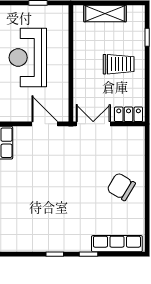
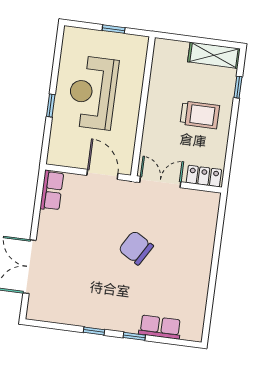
shelving: (105, 13) -> (214, 55), moved
chair: (121, 187) -> (136, 248), moved
row of seats: (117, 244) -> (160, 327), width x0.68

